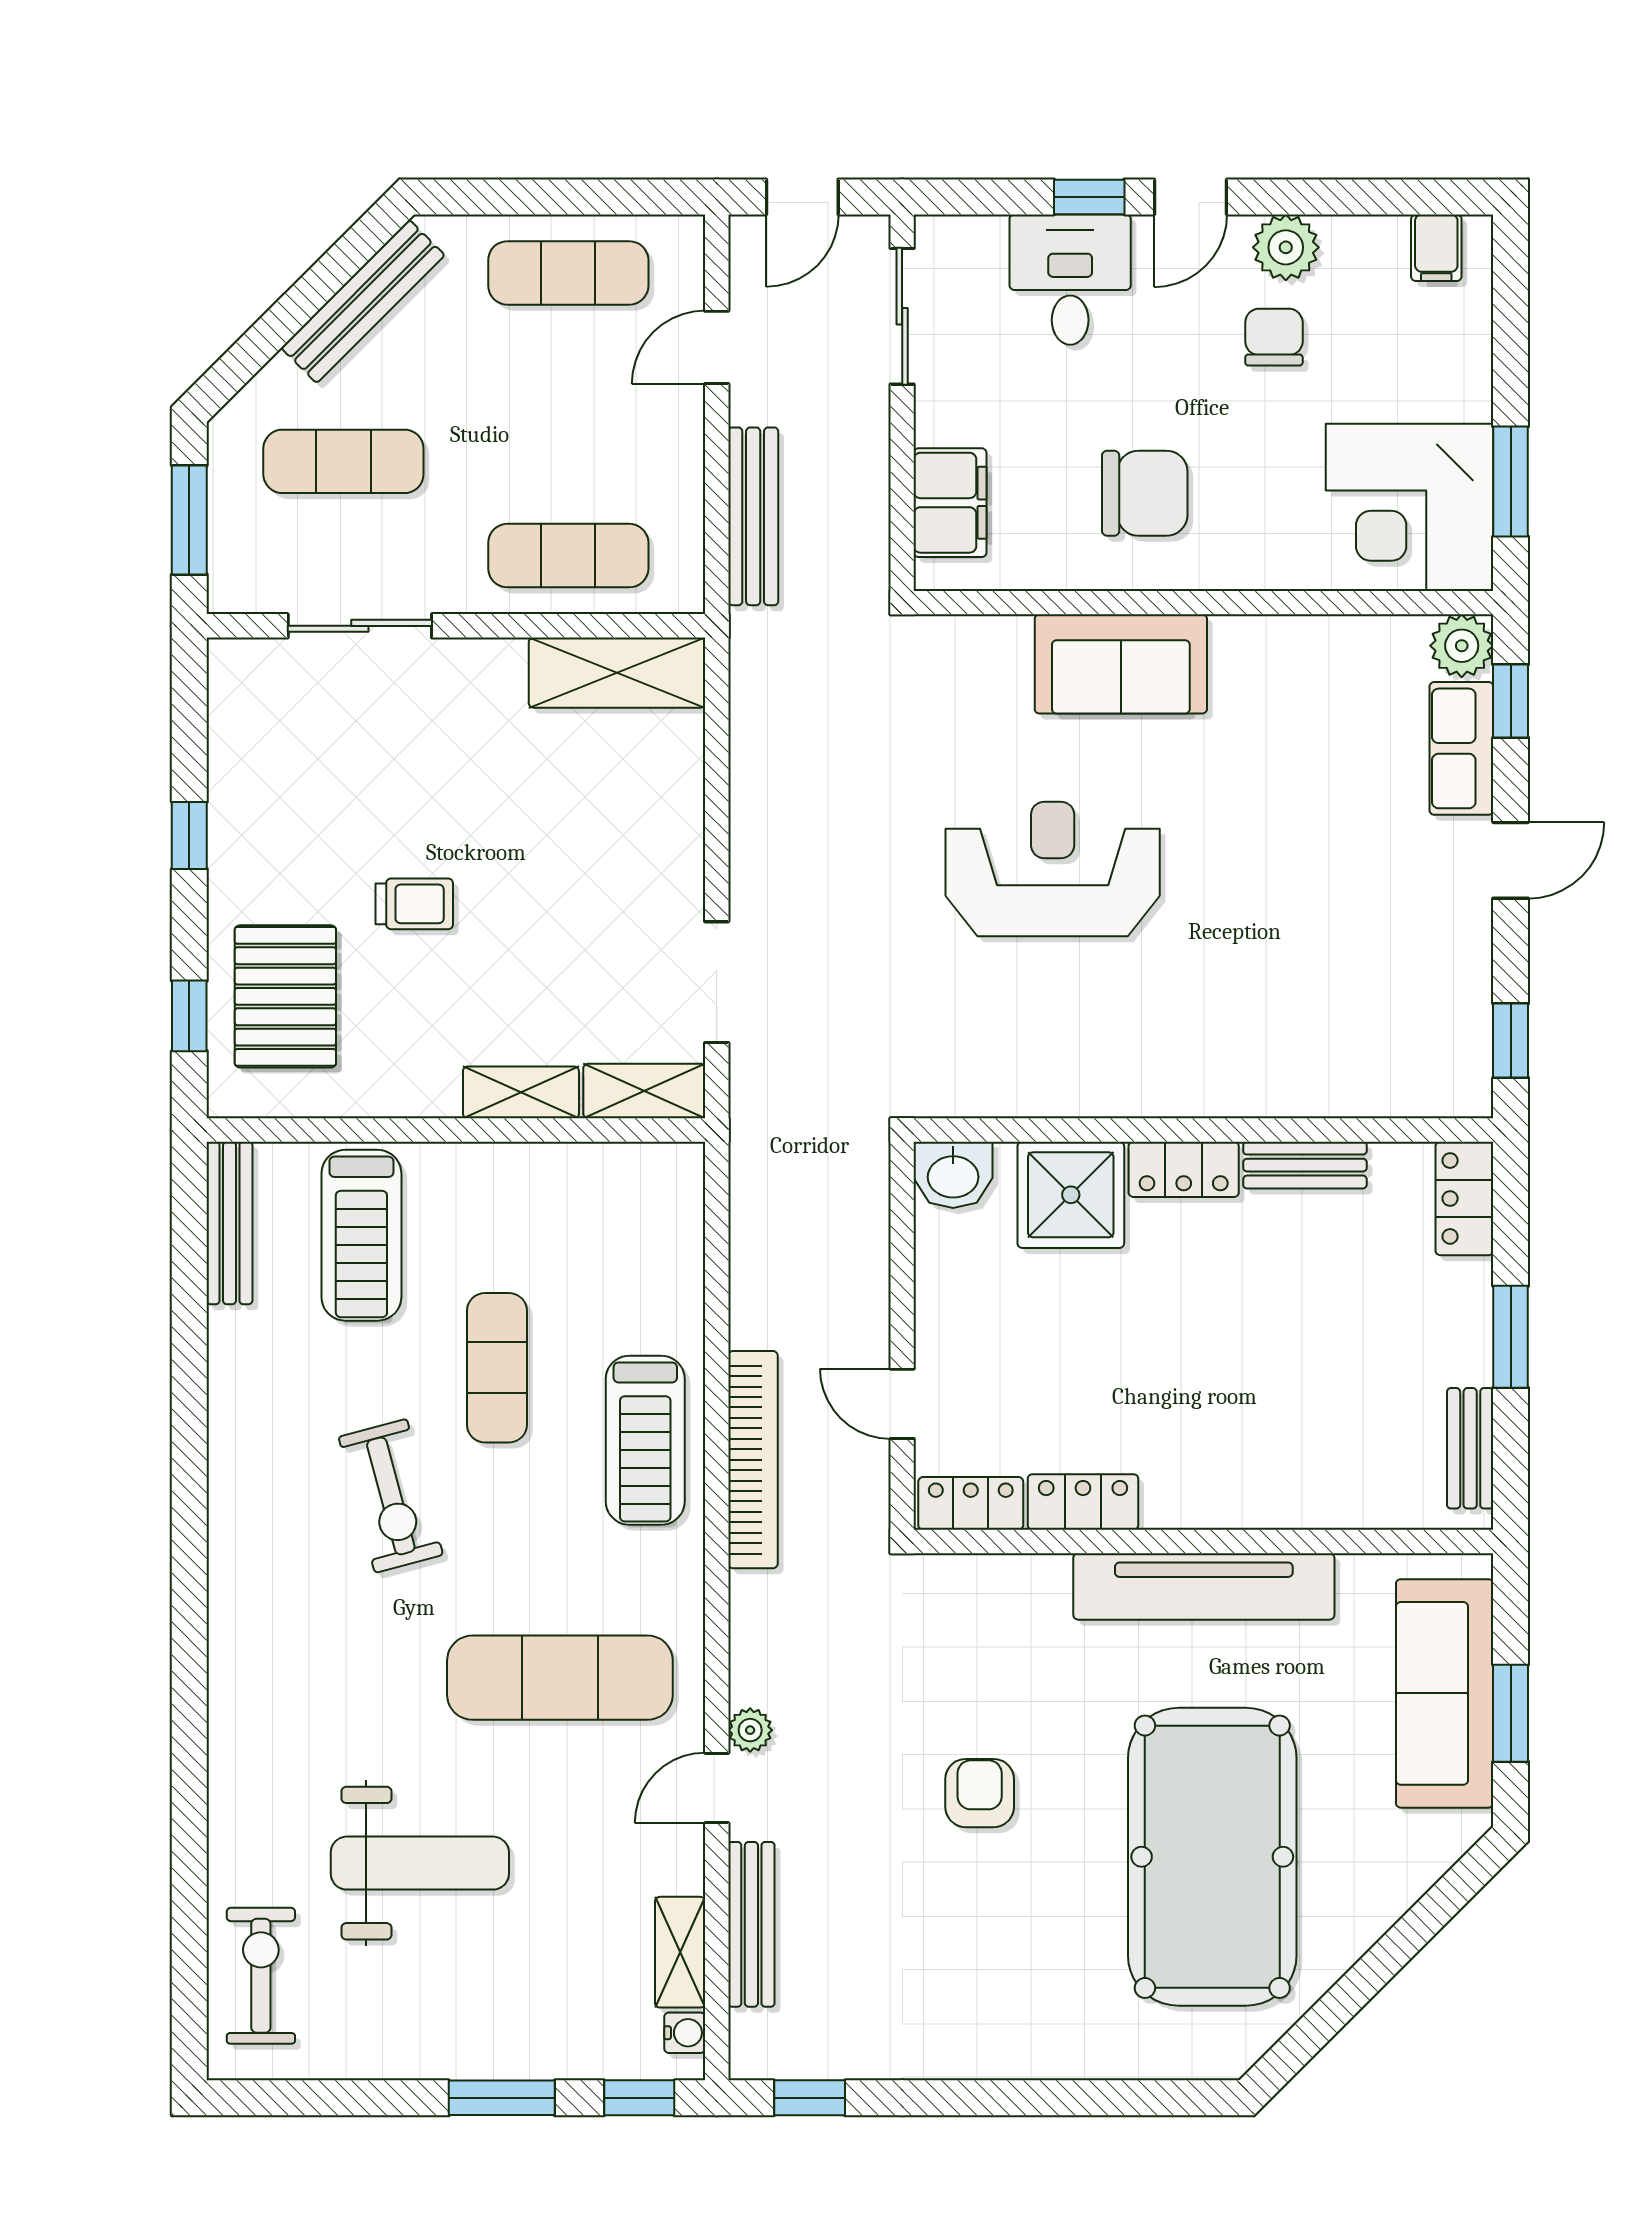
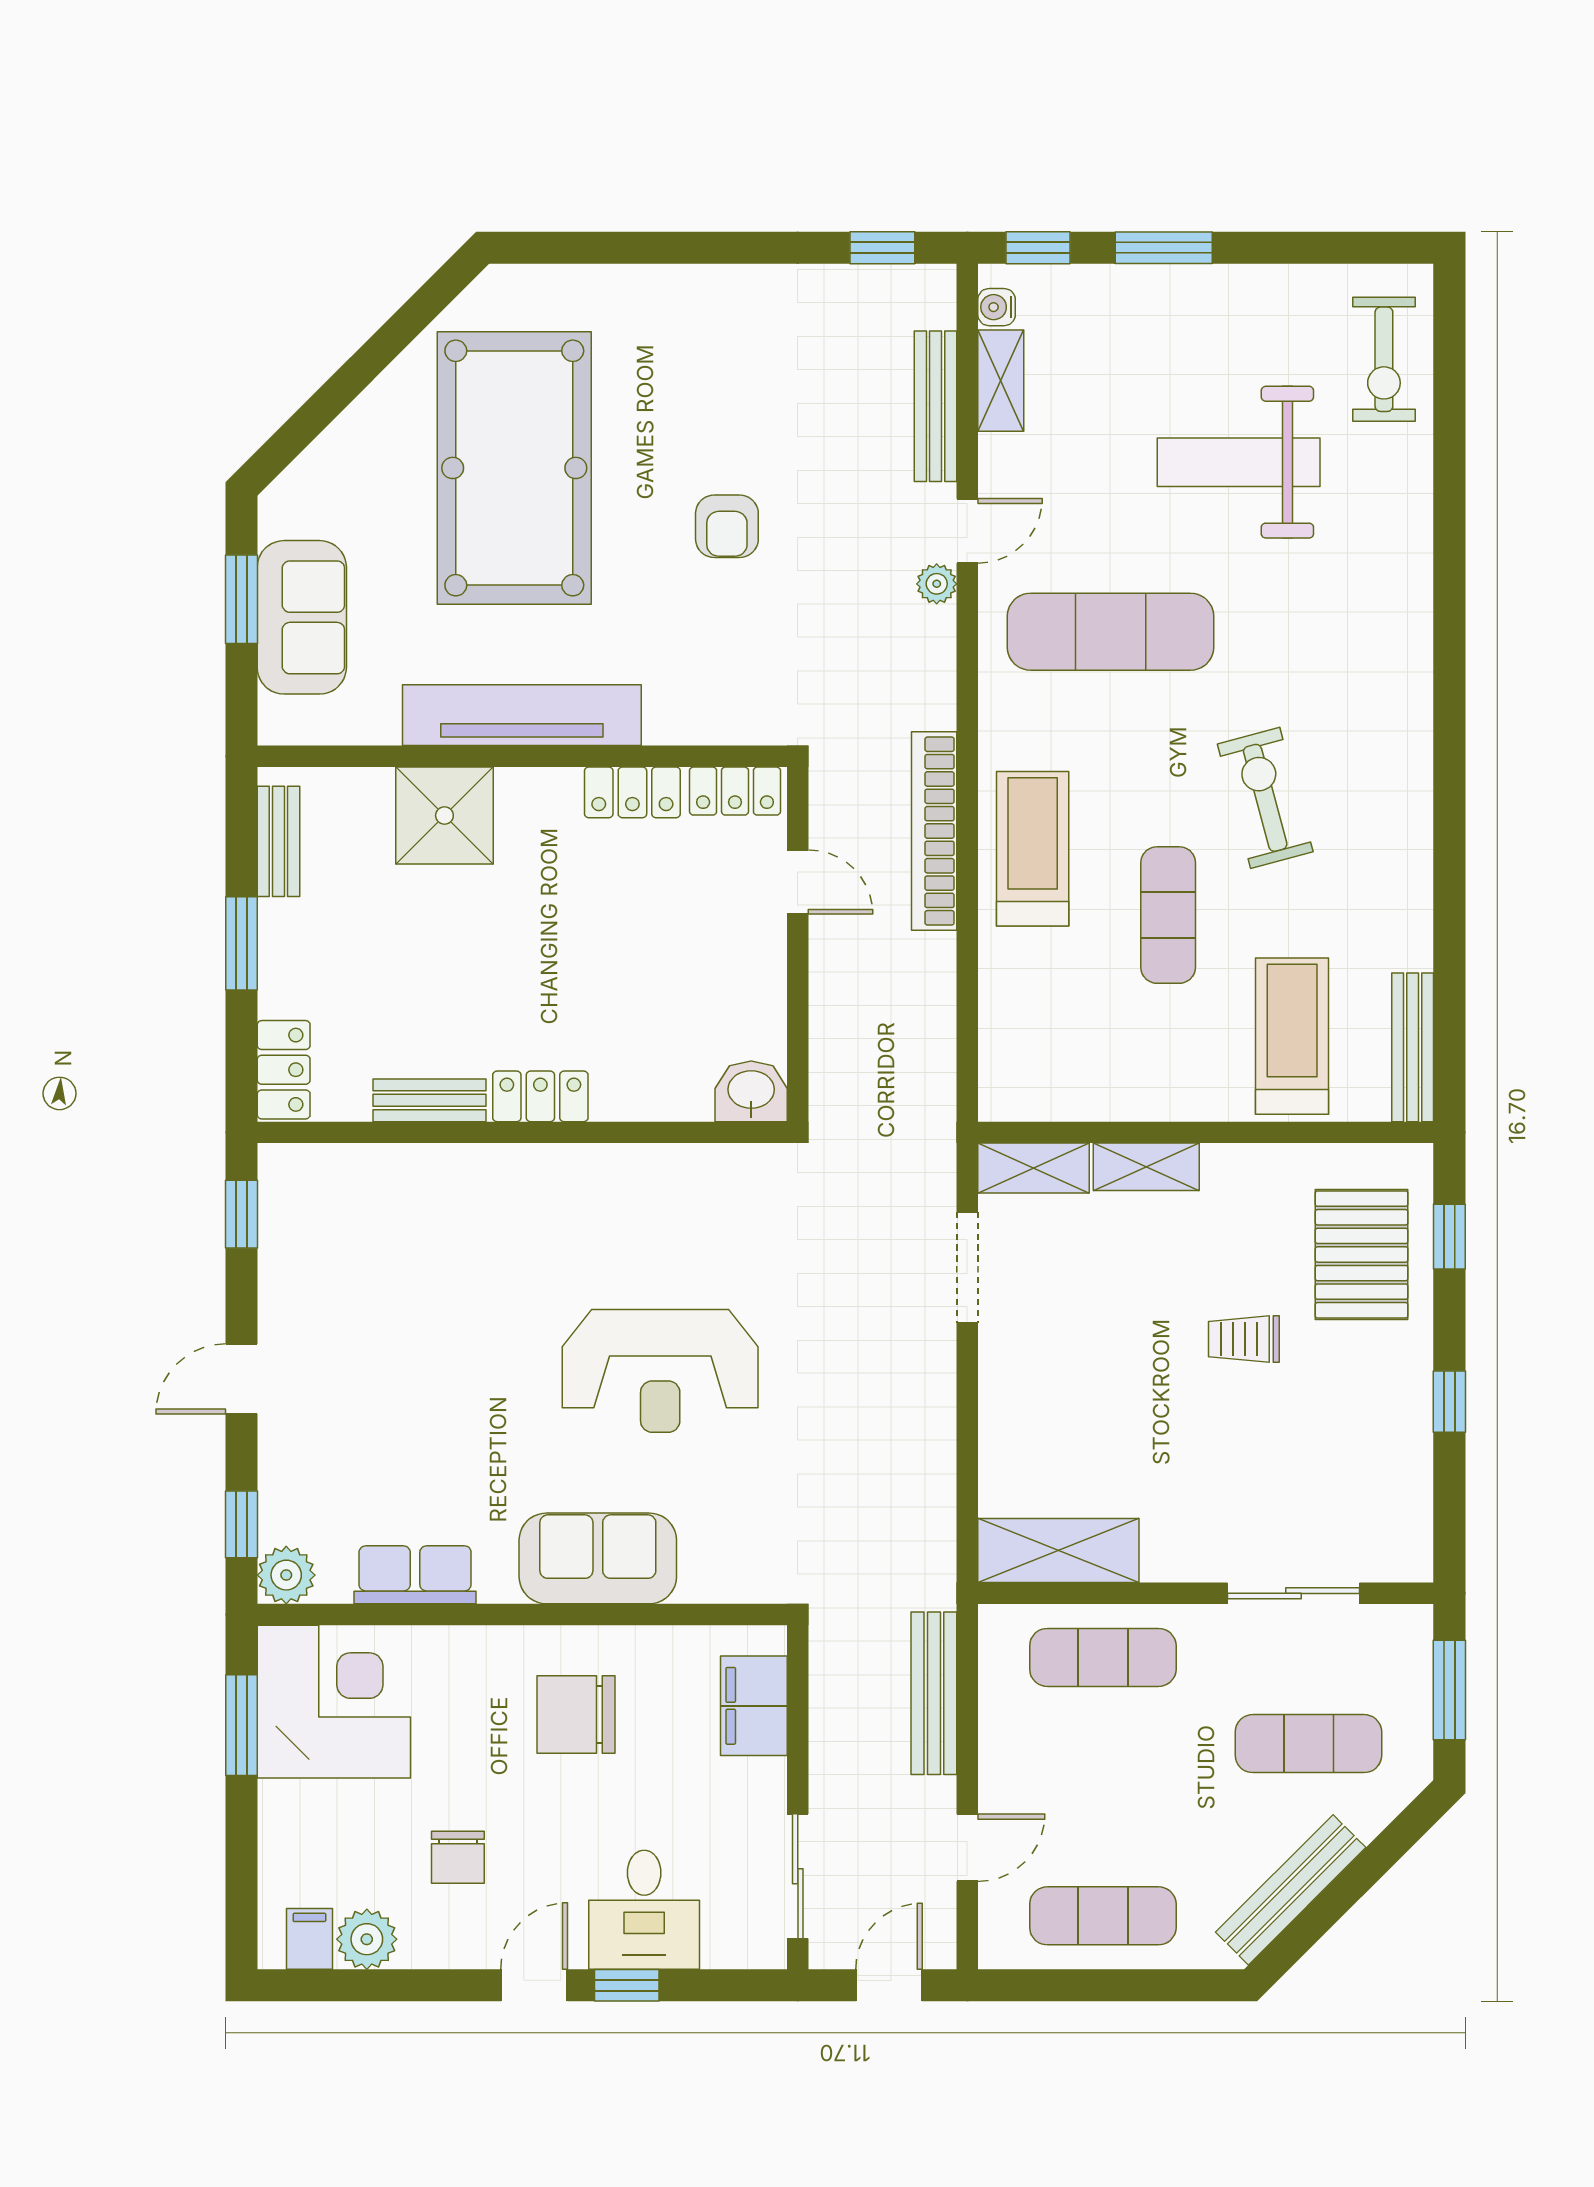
plant: (1286, 247) -> (367, 1939), moved
row of seats: (1461, 748) -> (415, 1575), moved, turned -90
shower: (1071, 1195) -> (444, 816), moved
sofa: (1445, 1693) -> (302, 617), width x0.73

